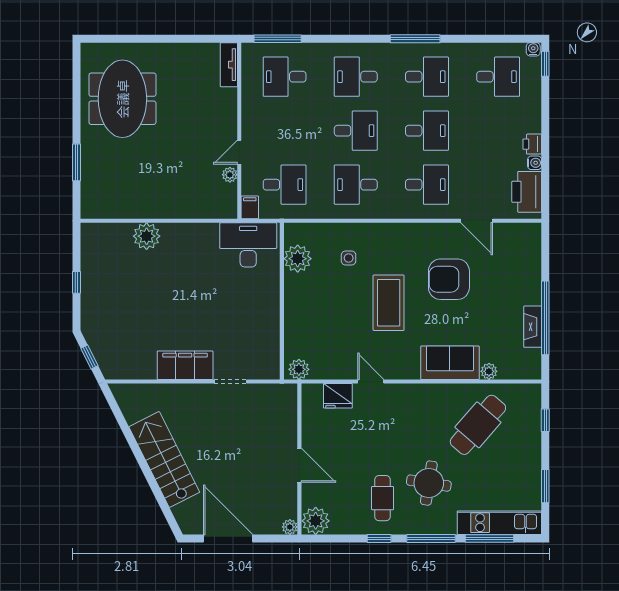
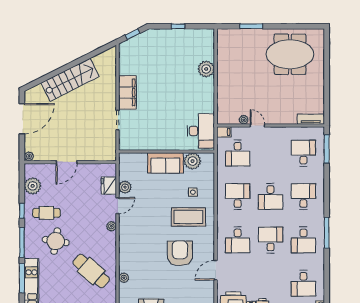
desk: (427, 131) -> (271, 240), turned 180
coffee table: (389, 303) -> (188, 217), moved
sofa: (450, 363) -> (165, 163), moved, turned 90
plant: (299, 369) -> (125, 187), moved
plant: (405, 392) -> (111, 226), added
plant: (316, 521) -> (33, 186), moved

